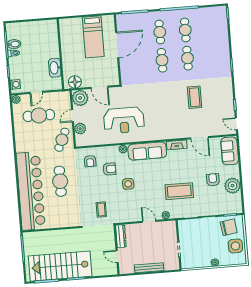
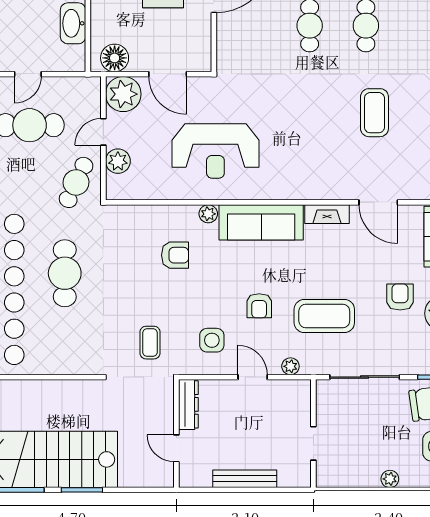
armchair: (90, 161) -> (259, 306), moved
side table: (128, 184) -> (212, 340), moved

